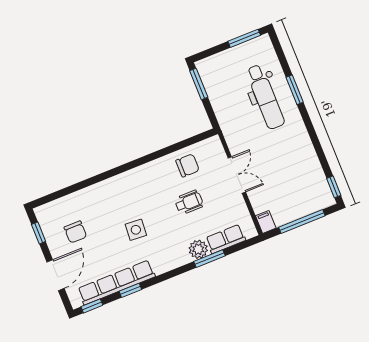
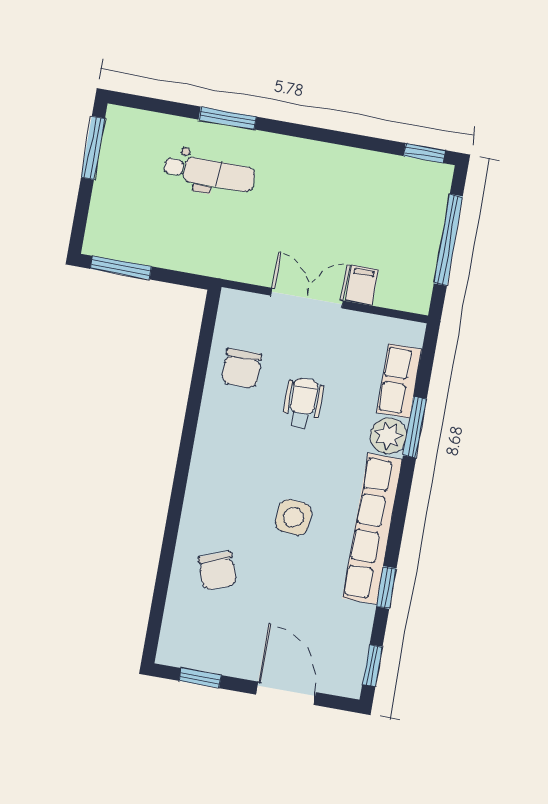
dental chair: (265, 97) -> (209, 173), width x0.73, depth x0.72
chair: (188, 165) -> (242, 368), turned 180
filing cabinet: (266, 222) -> (362, 285), moved, turned 90
chair: (75, 232) -> (217, 571), moved, turned 70
row of seats: (116, 282) -> (372, 529), moved

